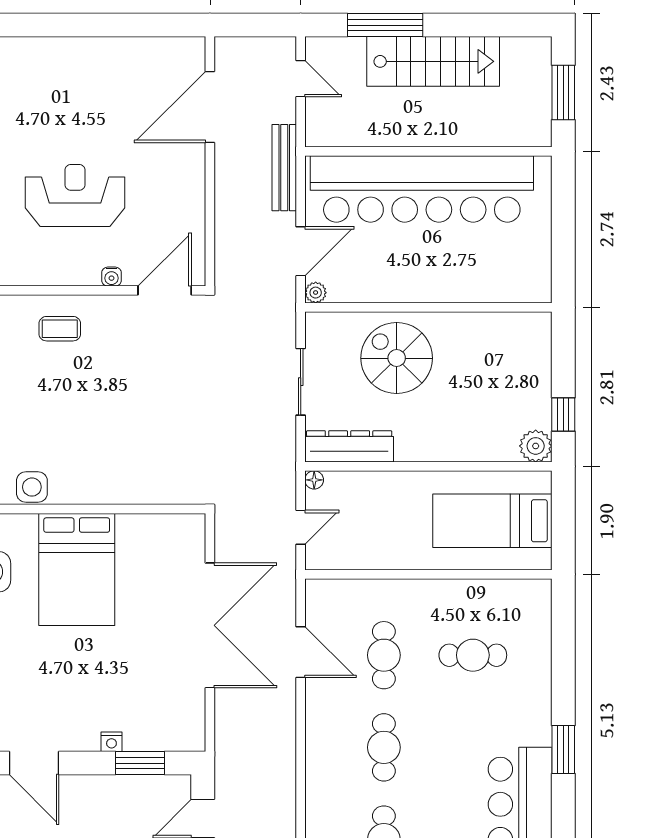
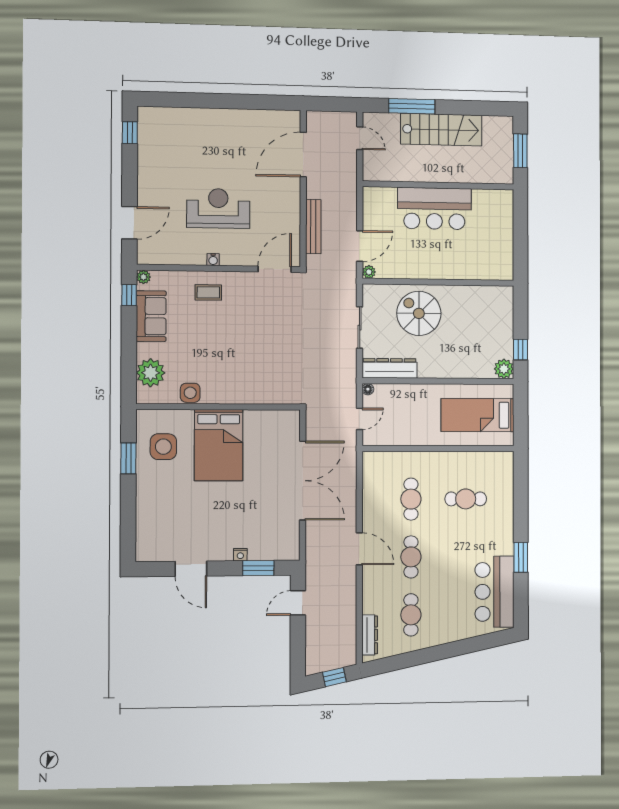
bench: (284, 168) -> (313, 227), moved
bar counter: (422, 189) -> (434, 208), width x0.54
water cooler: (112, 277) -> (213, 260), moved
door: (301, 652) -> (359, 549), moved

